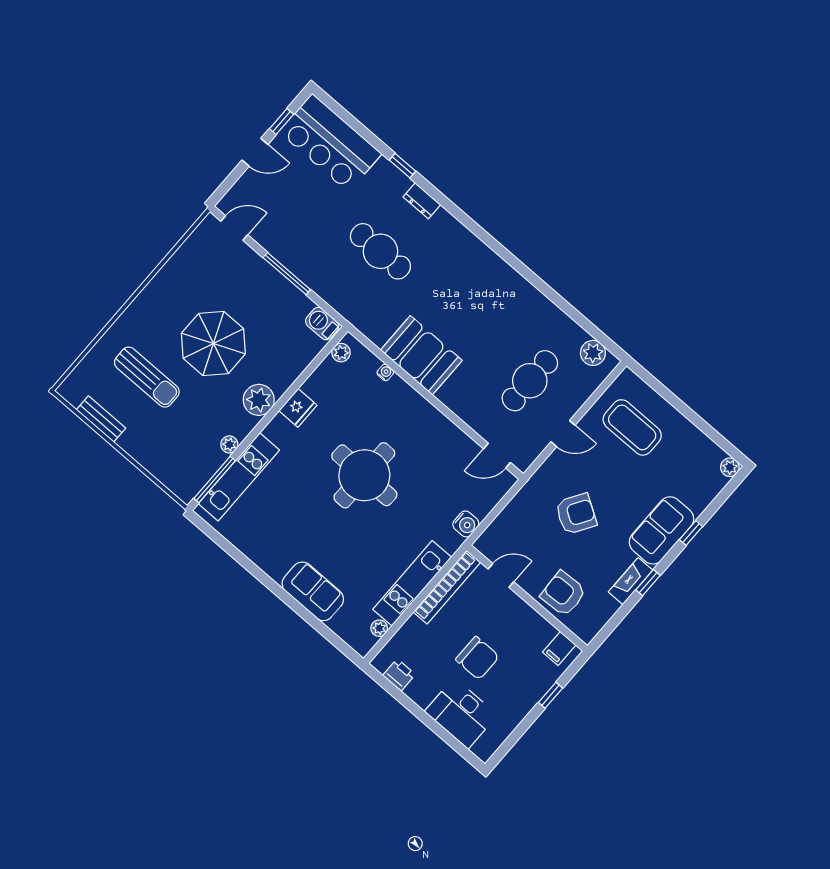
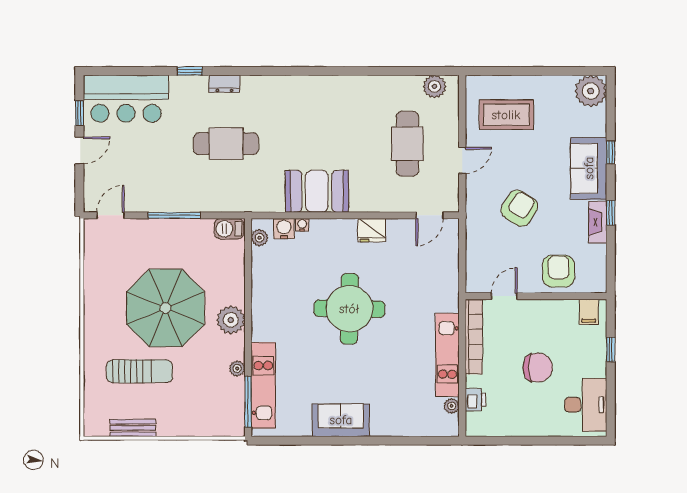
parasol: (213, 343) -> (166, 308), width x1.36, depth x1.36
fridge: (298, 408) -> (372, 230), moved, turned 90
plant: (730, 467) -> (591, 91), width x1.87, depth x1.87
water cooler: (466, 524) -> (284, 229), moved, turned -90
sofa: (313, 591) -> (341, 420), moved
armchair: (563, 594) -> (559, 271), turned 93
printer: (399, 675) -> (476, 400), moved, turned 90
desk: (461, 713) -> (586, 405), moved, turned -90

